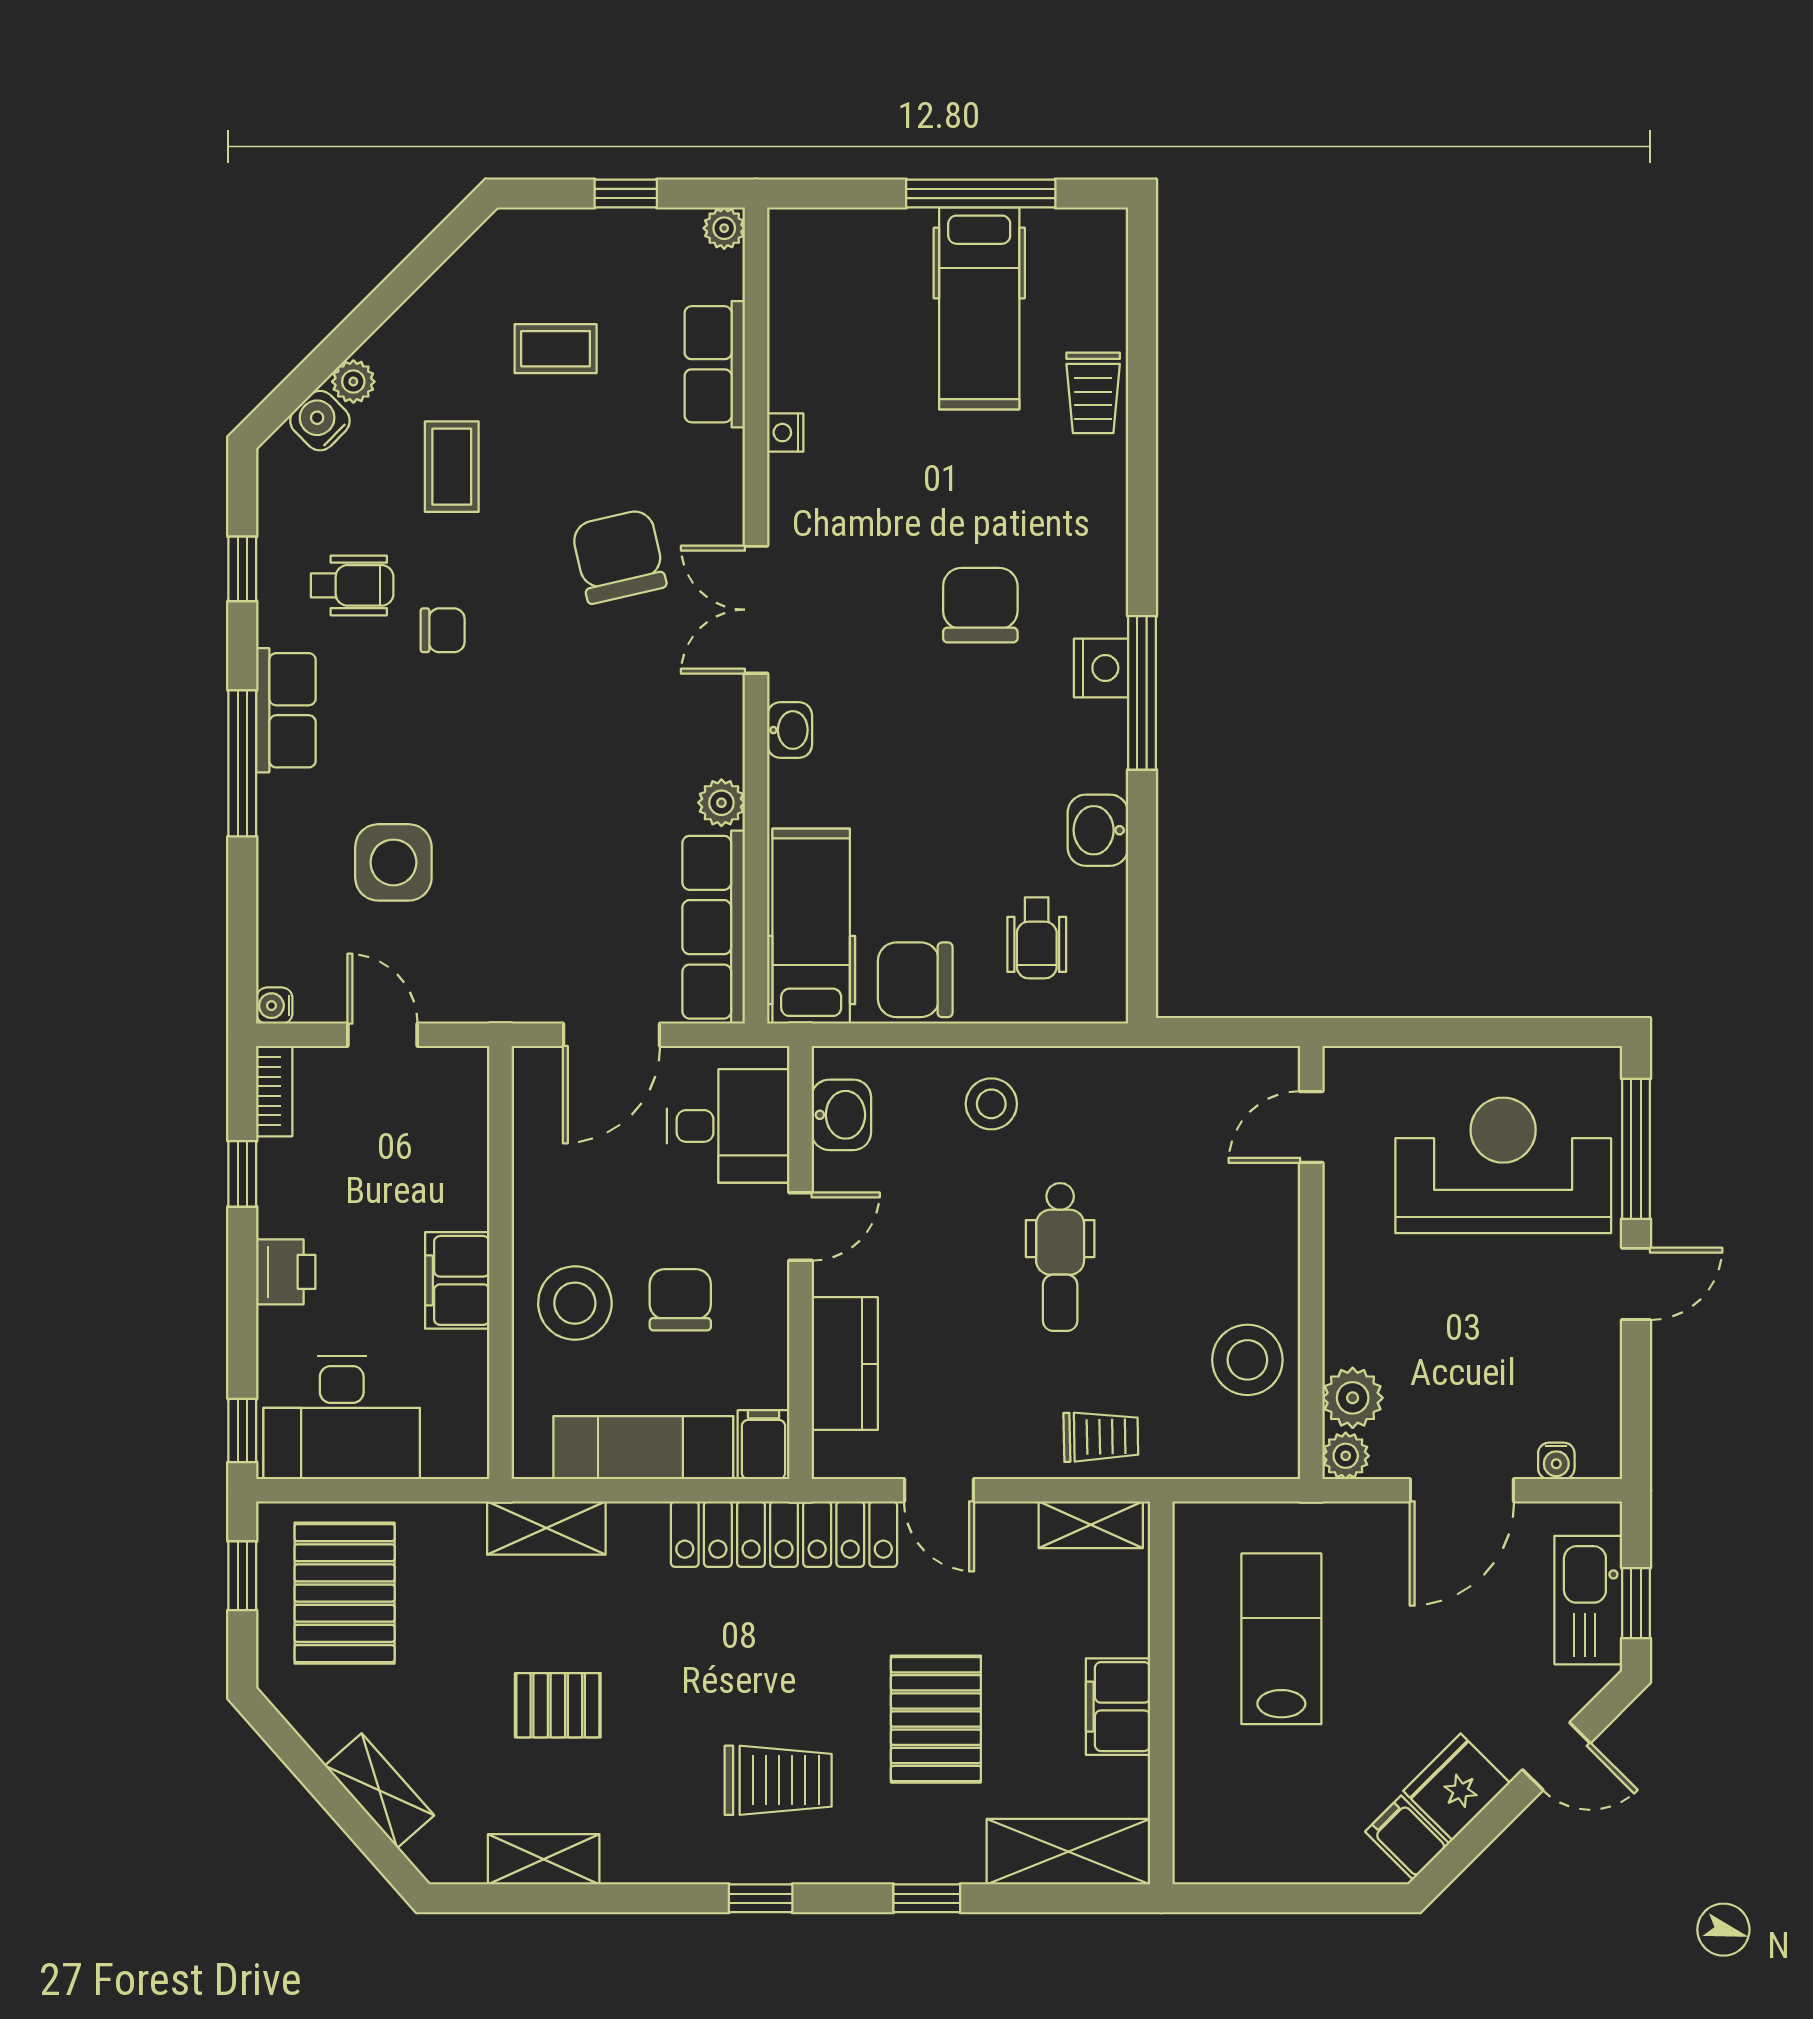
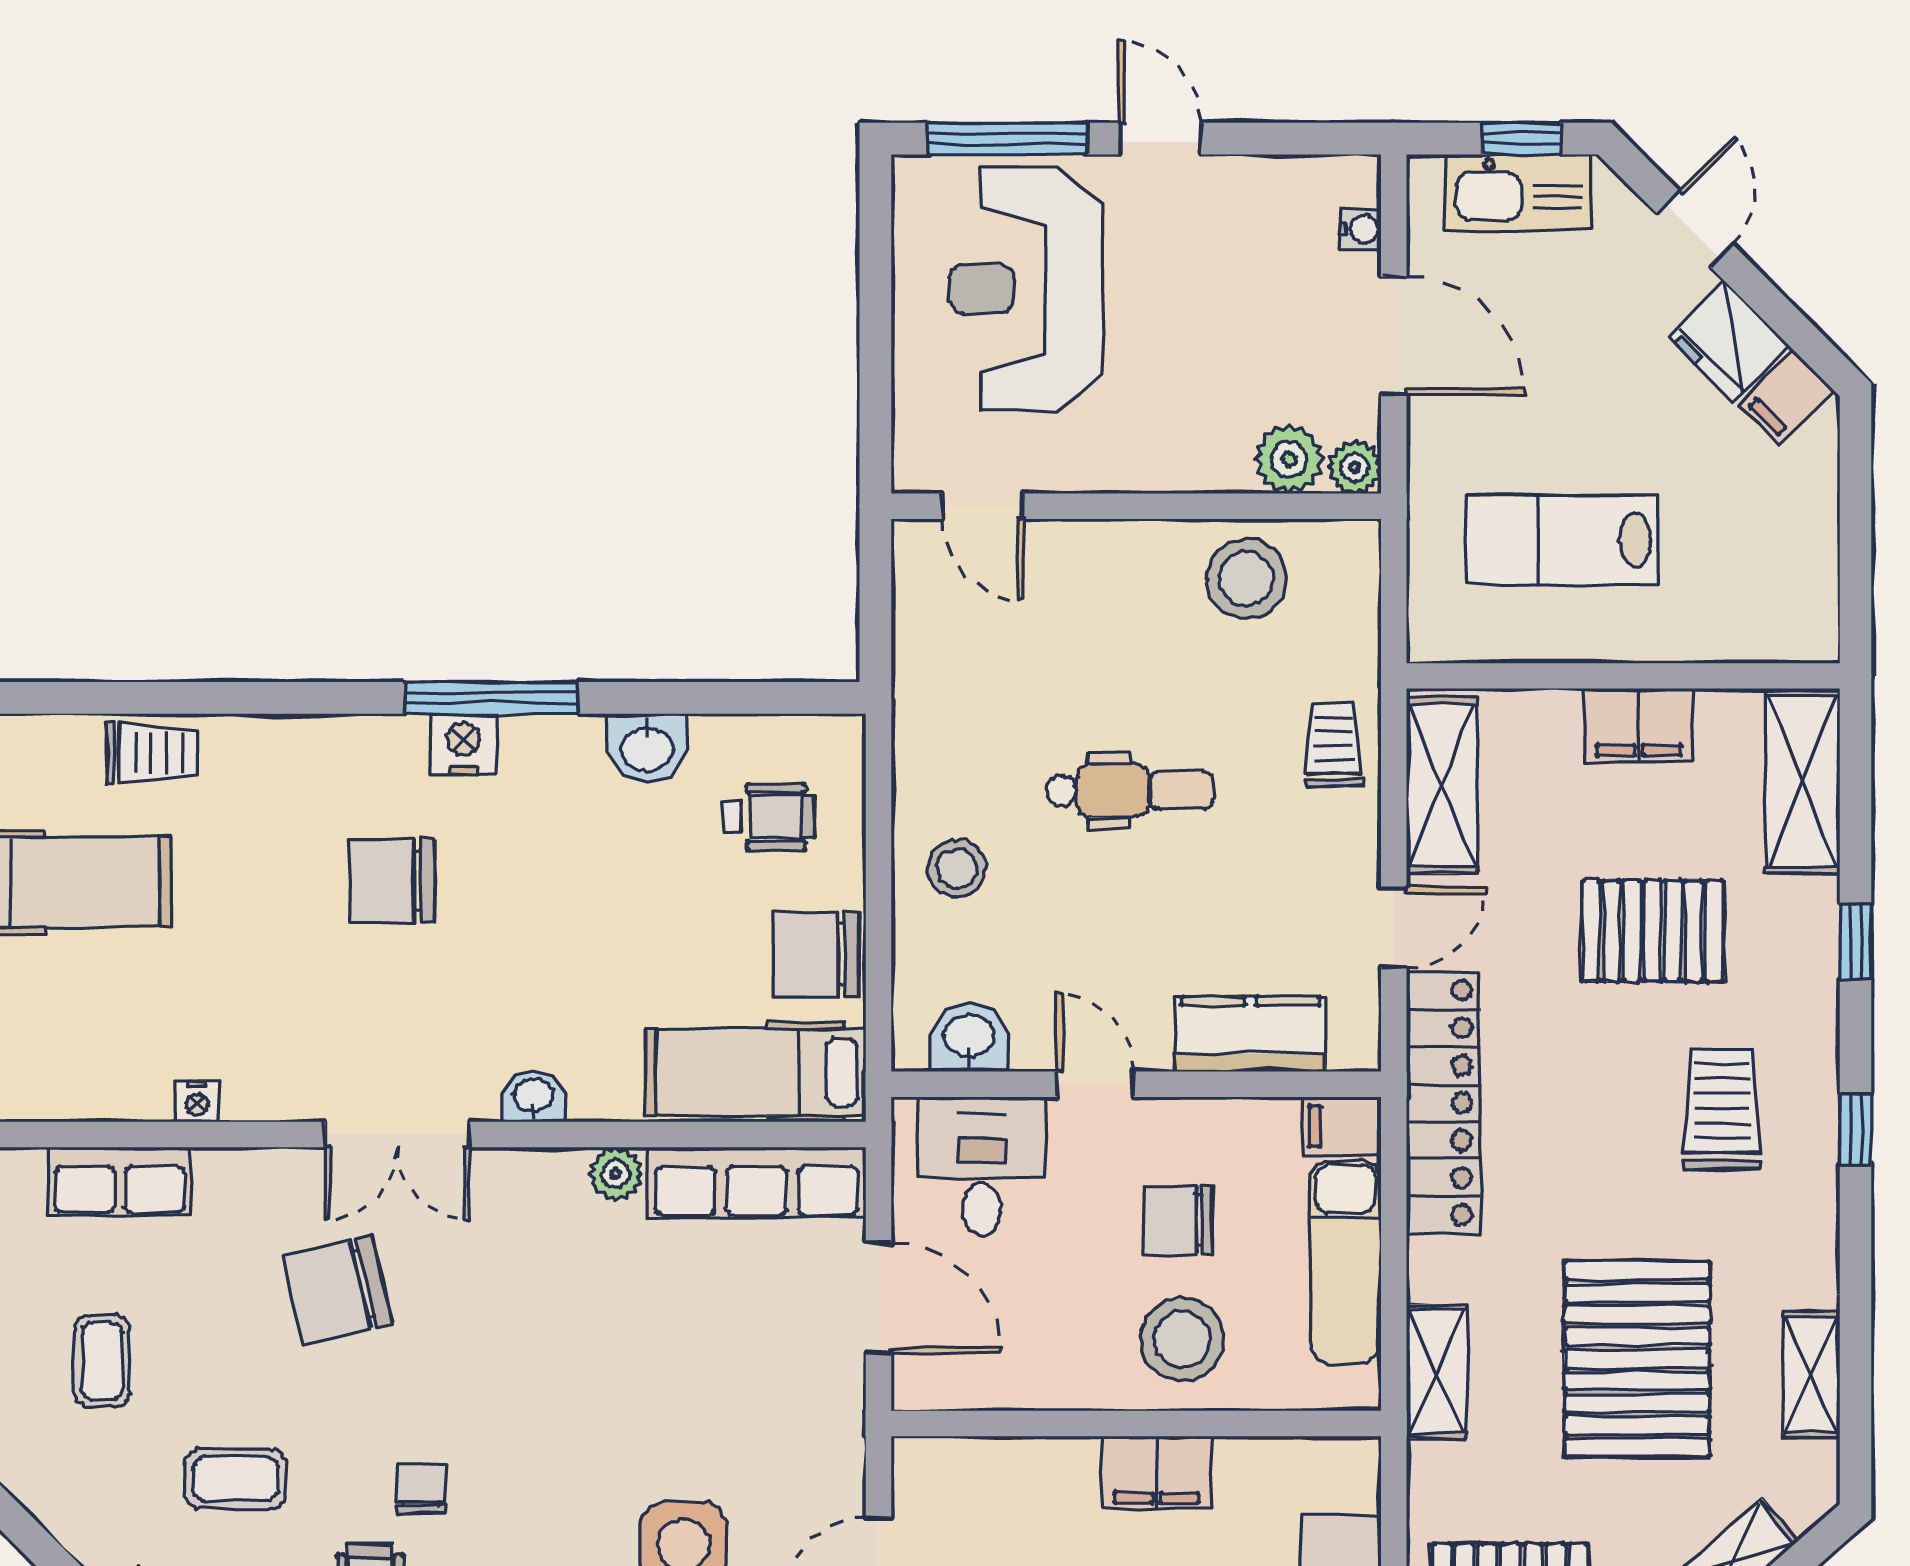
chair: (915, 980) -> (816, 954), turned 90
shelving: (1091, 1525) -> (1442, 785), width x1.50, depth x1.33
pallet: (558, 1705) -> (1637, 1359), width x2.05, depth x2.00

